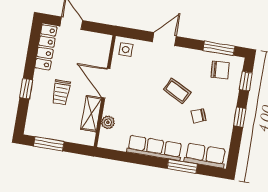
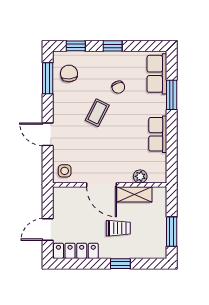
door: (106, 83) -> (102, 185), hinge flipped
row of seats: (155, 148) -> (158, 134), width x0.68

